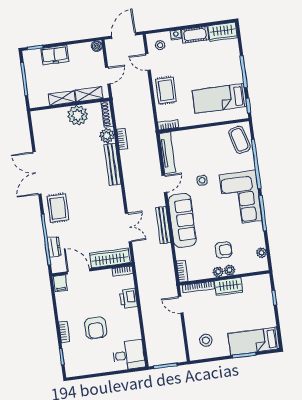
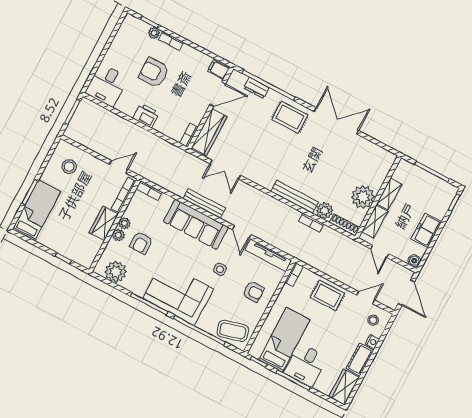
freezer: (55, 55) -> (426, 230), moved
desk: (227, 70) -> (306, 365), added
armchair: (201, 145) -> (253, 292), added
plant: (262, 253) -> (116, 272), width x1.88, depth x1.88
printer: (128, 298) -> (146, 116), moved
plant: (67, 348) -> (154, 33), added

